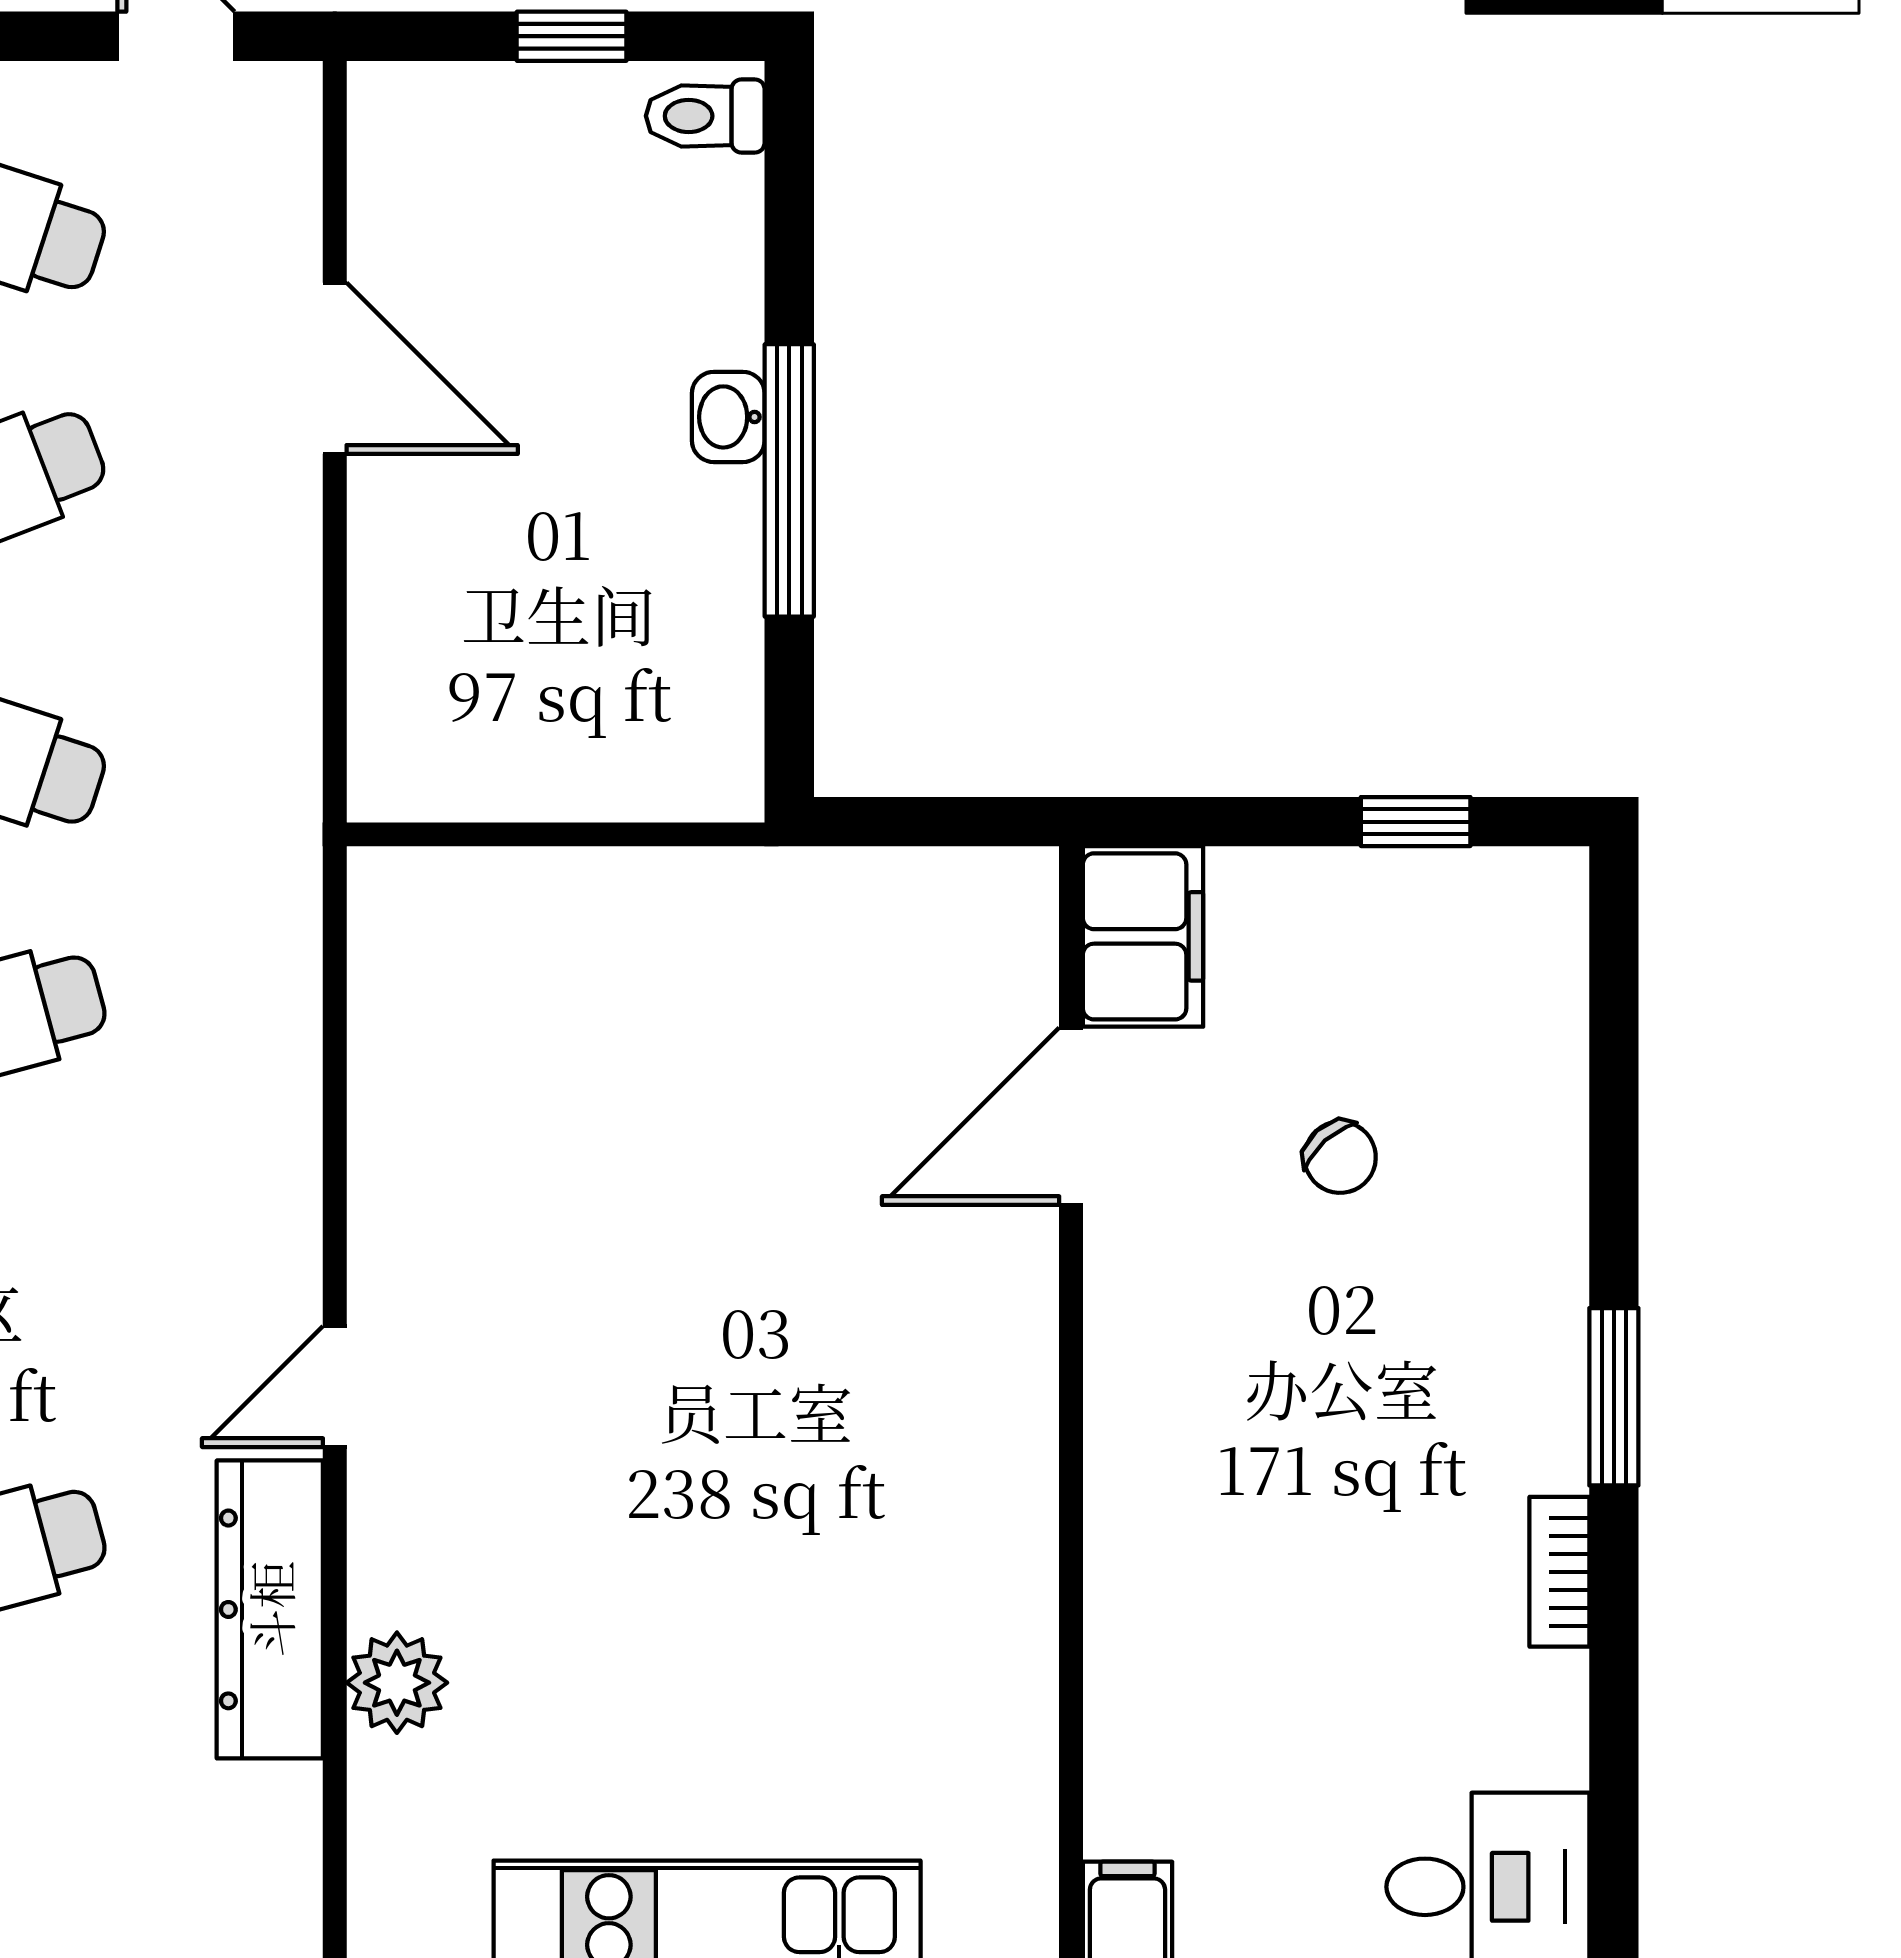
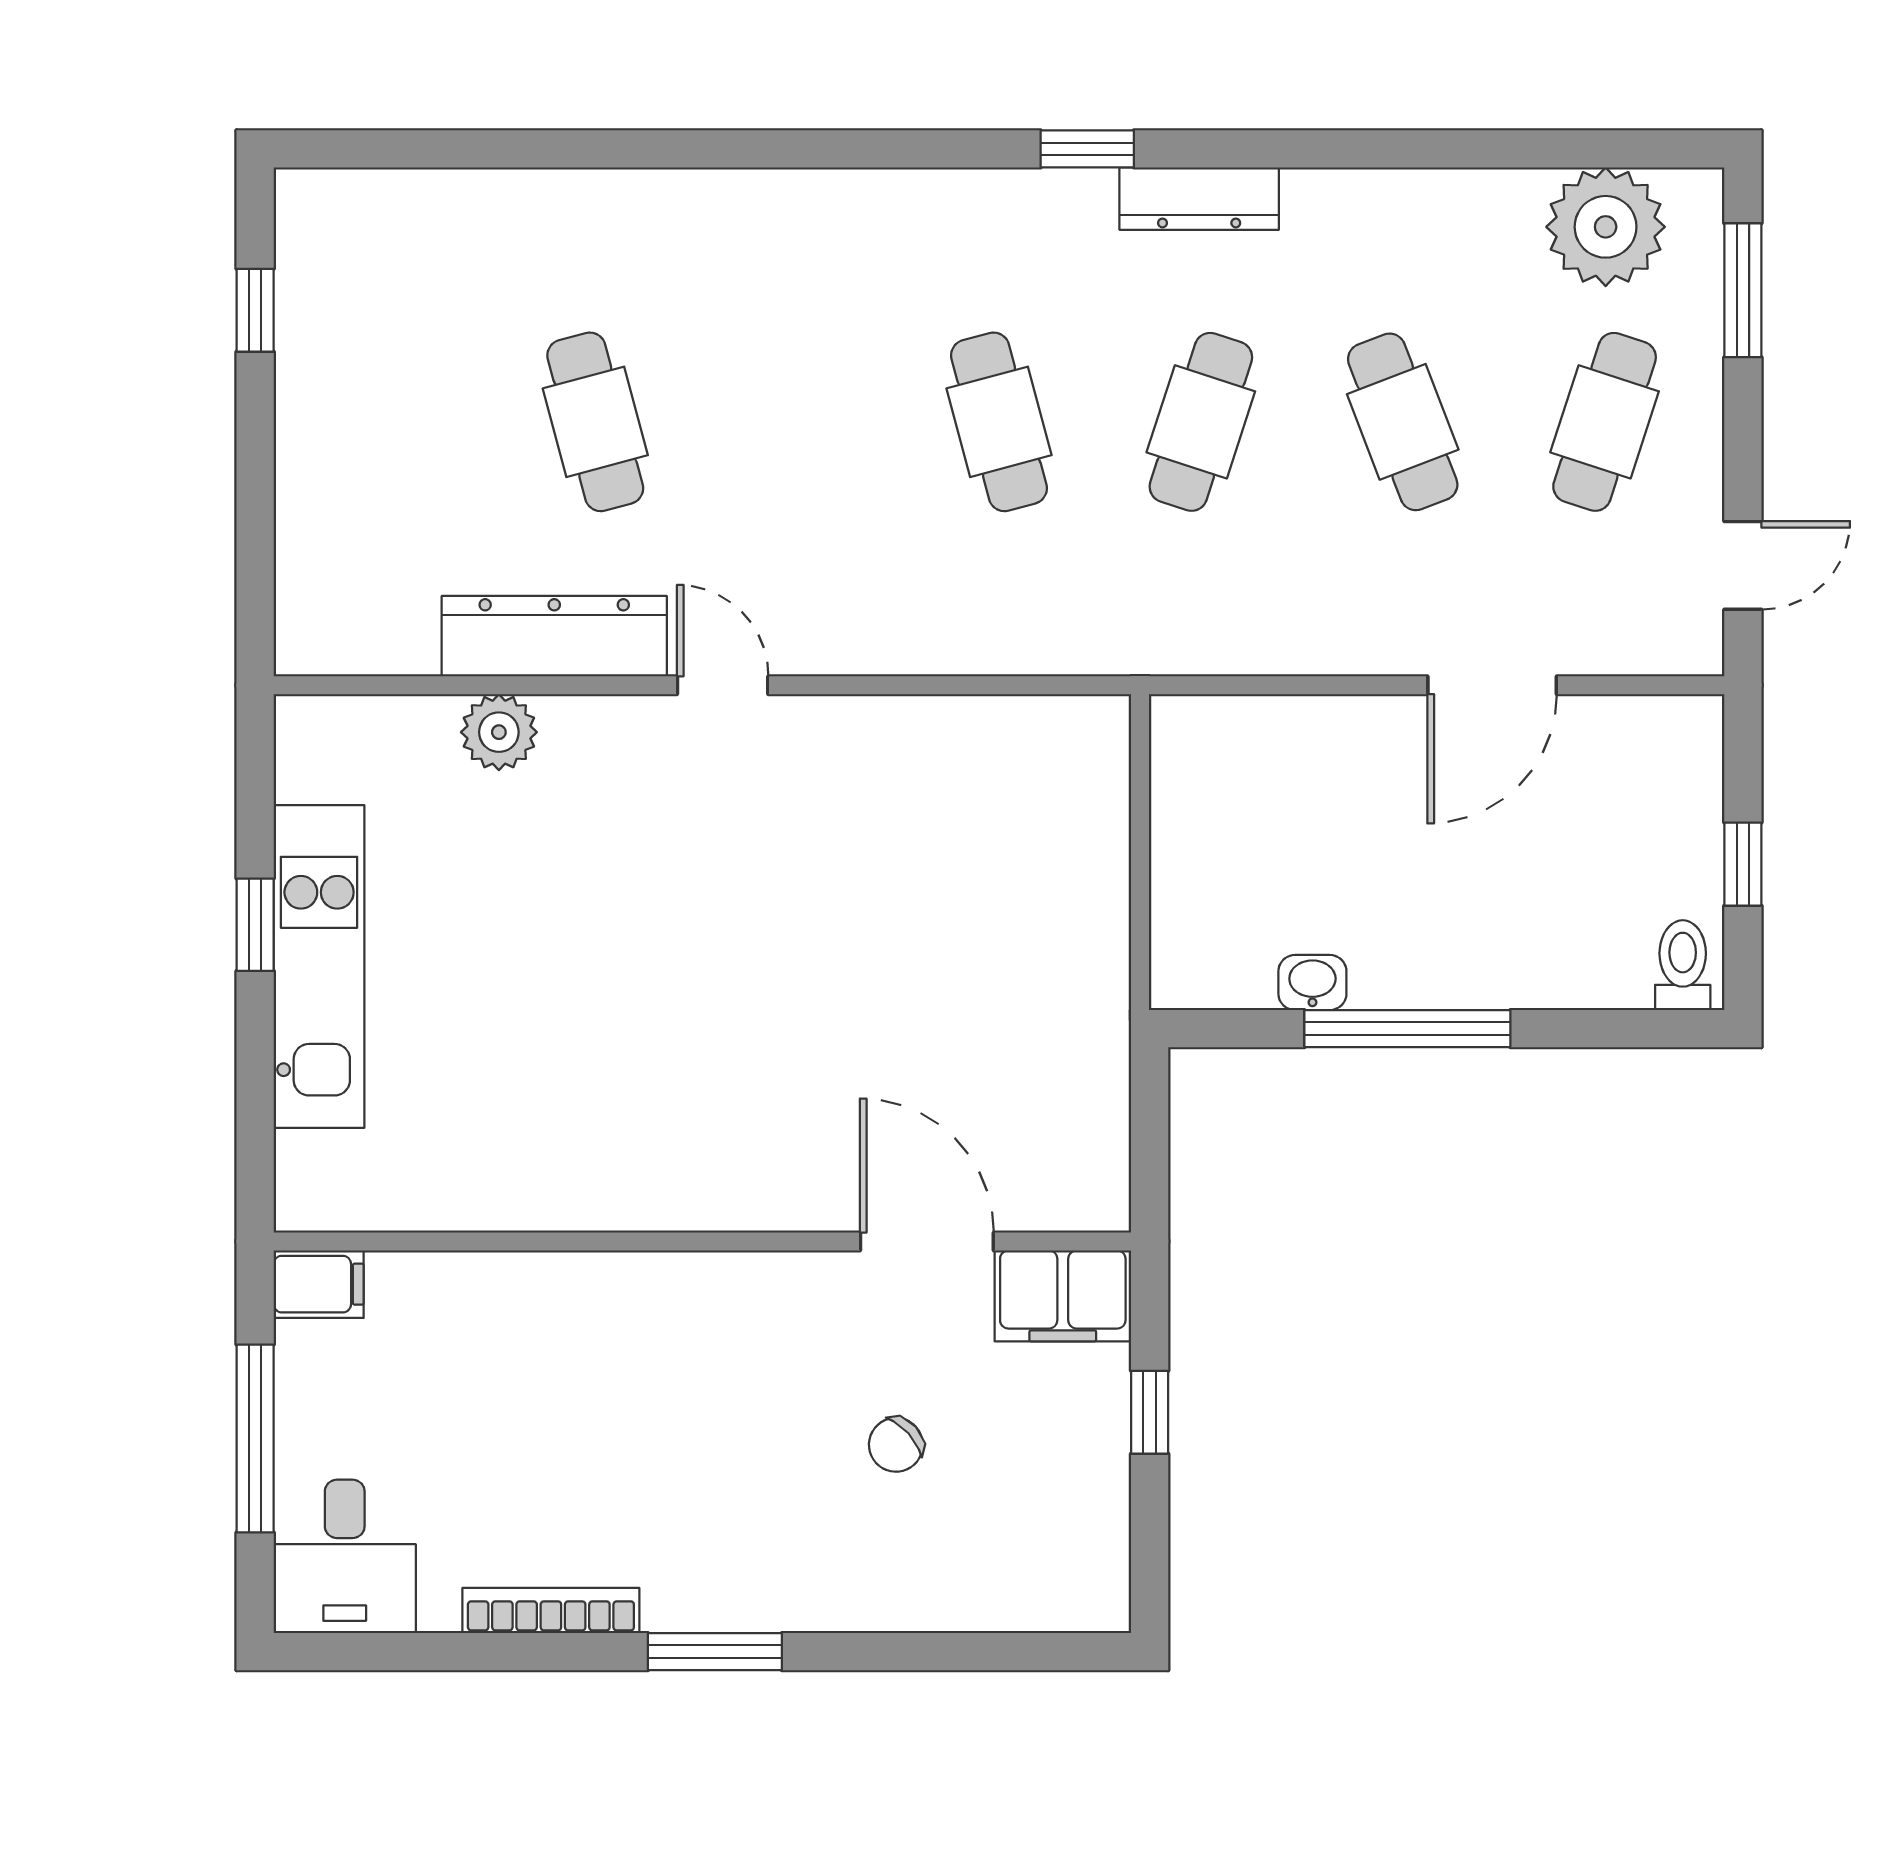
washbasin: (728, 417) -> (1312, 983), moved
window: (1416, 822) -> (1150, 1412), moved
bookcase: (1559, 1572) -> (551, 1610), width x1.56

